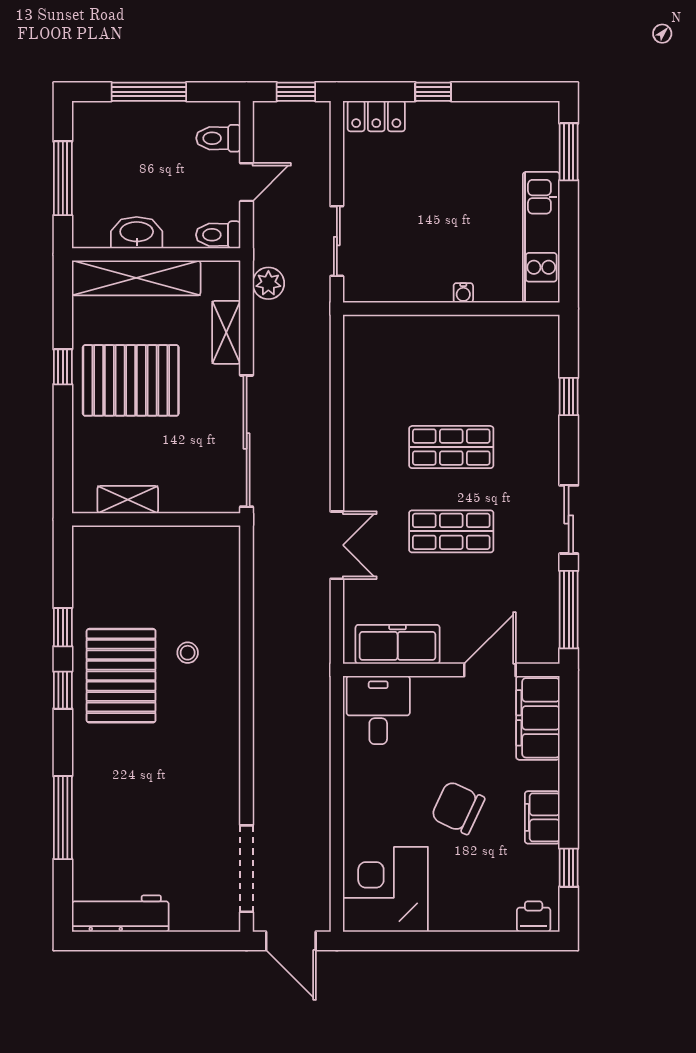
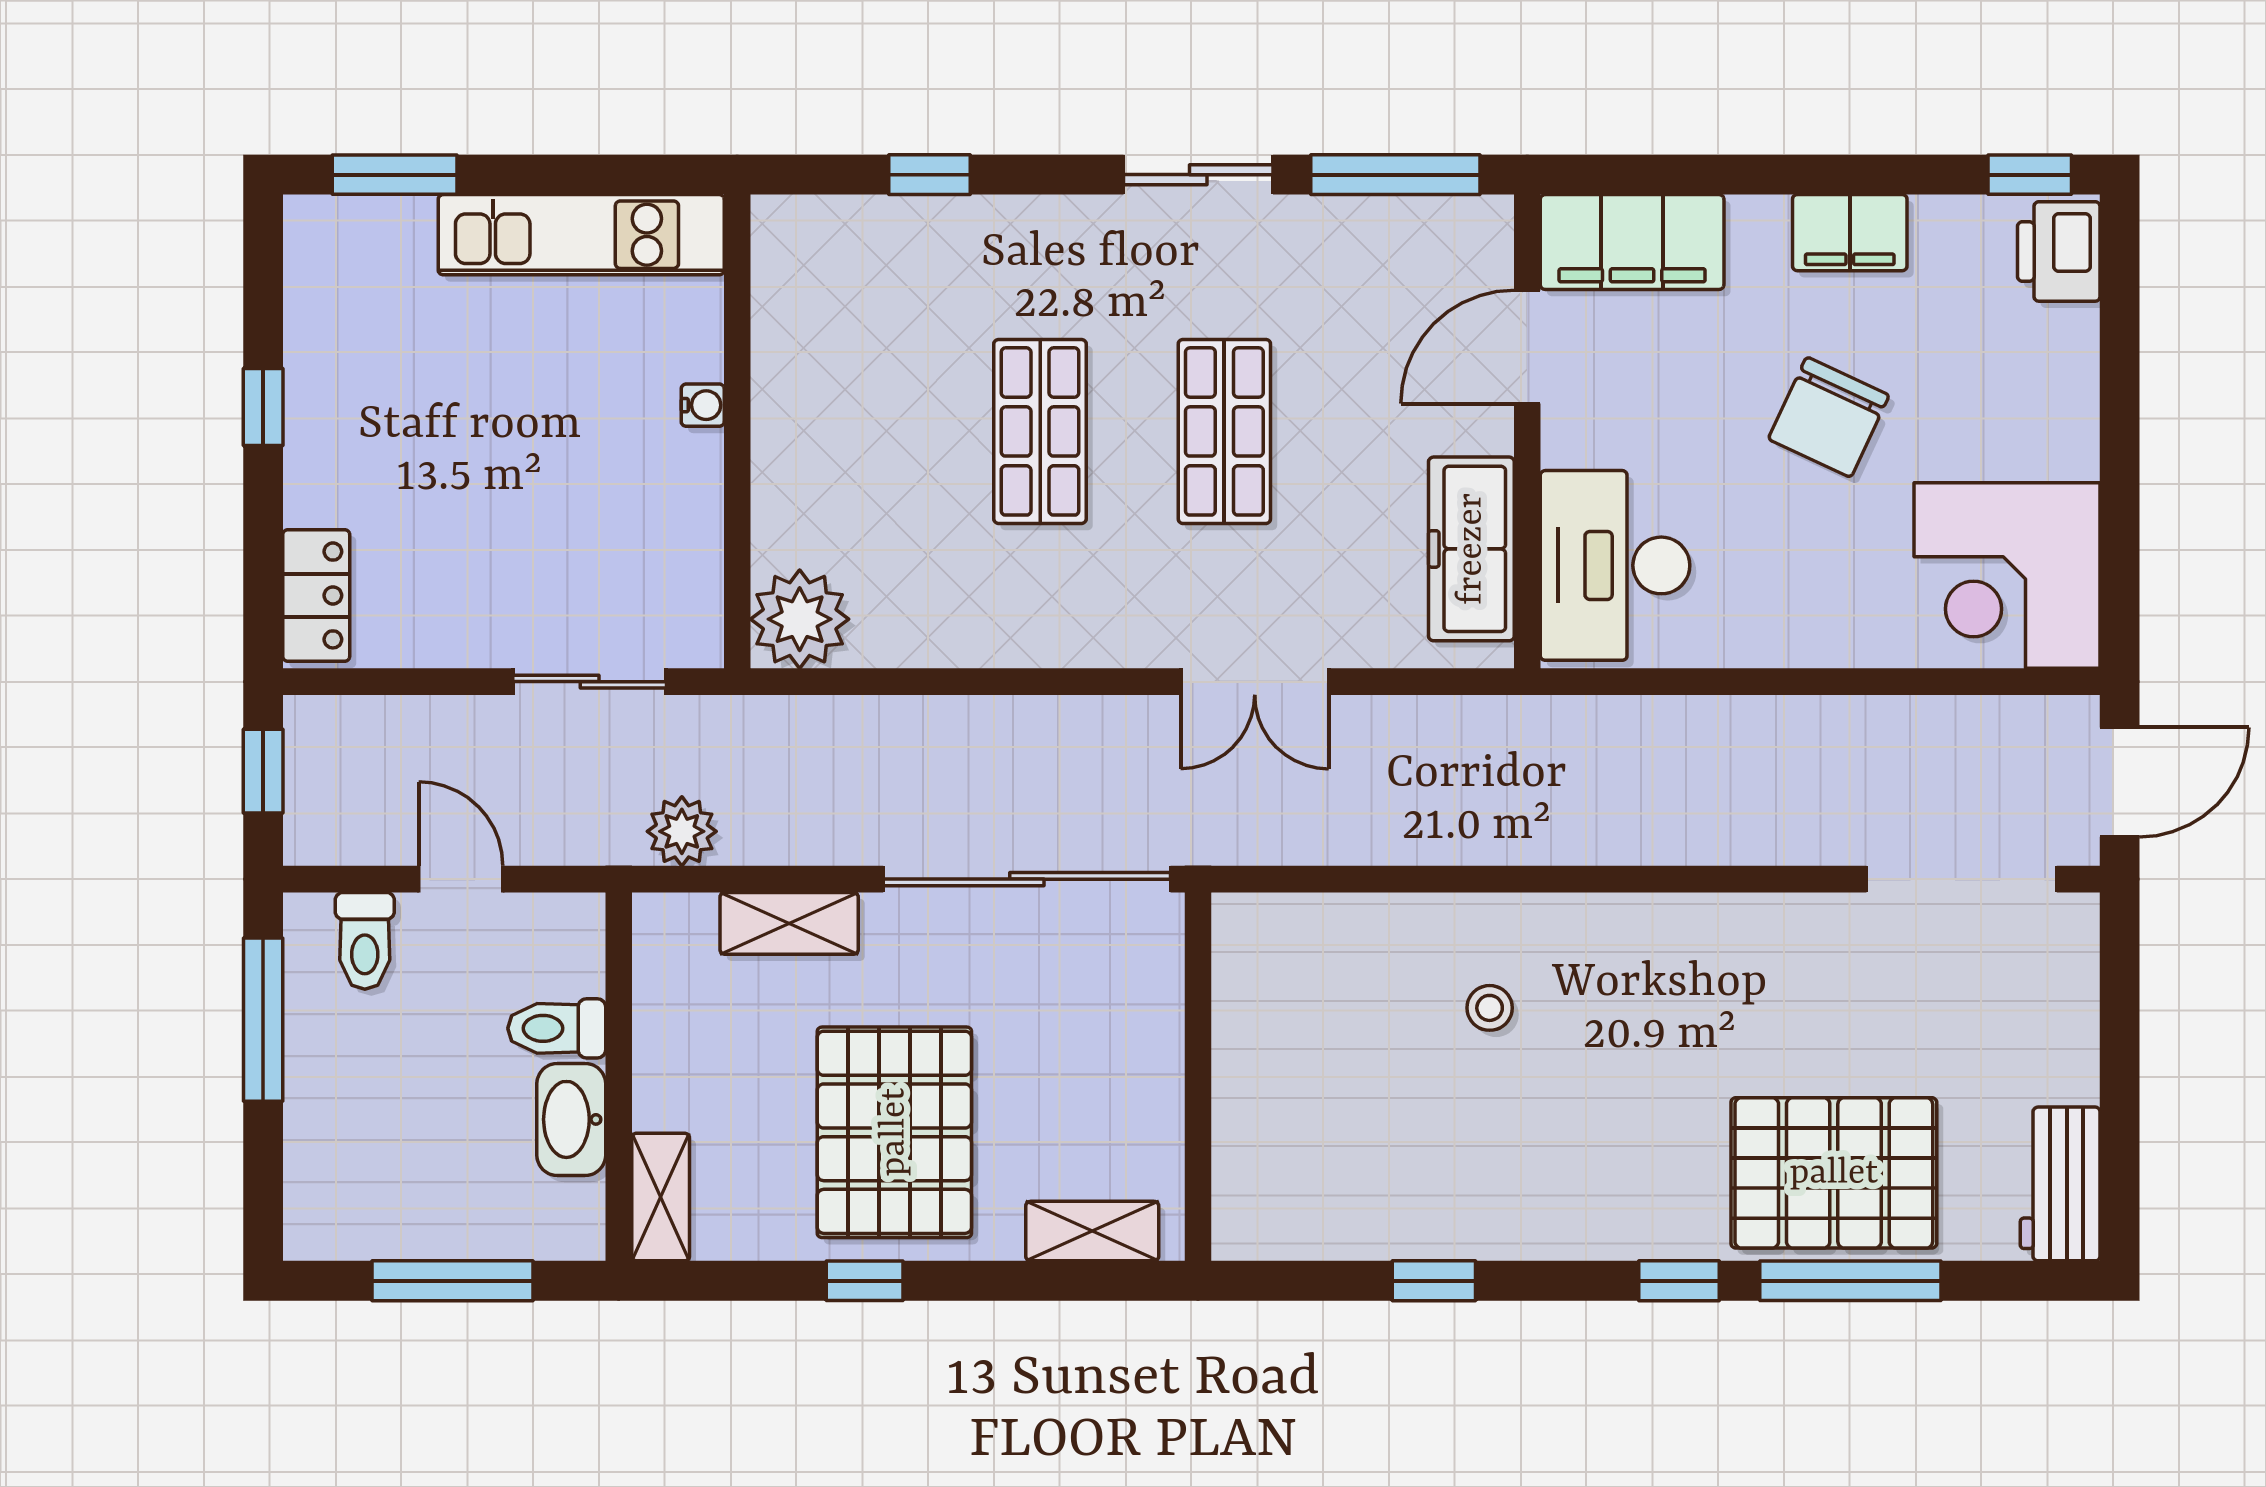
window: (149, 92) -> (263, 1020), moved
window: (433, 92) -> (263, 407), moved
toilet: (218, 235) -> (557, 1028), moved, turned 90
shelving: (136, 278) -> (661, 1197), width x0.45, depth x0.75
plant: (365, 337) -> (800, 619), added
shelving: (128, 500) -> (1092, 1231), moved, turned 90
double door: (337, 545) -> (1255, 682), swing flipped
door: (490, 670) -> (1527, 347), hinge flipped
pallet: (121, 676) -> (1834, 1173), moved
window: (63, 690) -> (1679, 1281), moved
desk: (378, 710) -> (1615, 565), width x1.37
window: (569, 868) -> (2030, 175), moved
workbench: (120, 914) -> (2060, 1184), width x0.73
printer: (534, 917) -> (2059, 251), width x1.36, depth x1.24

